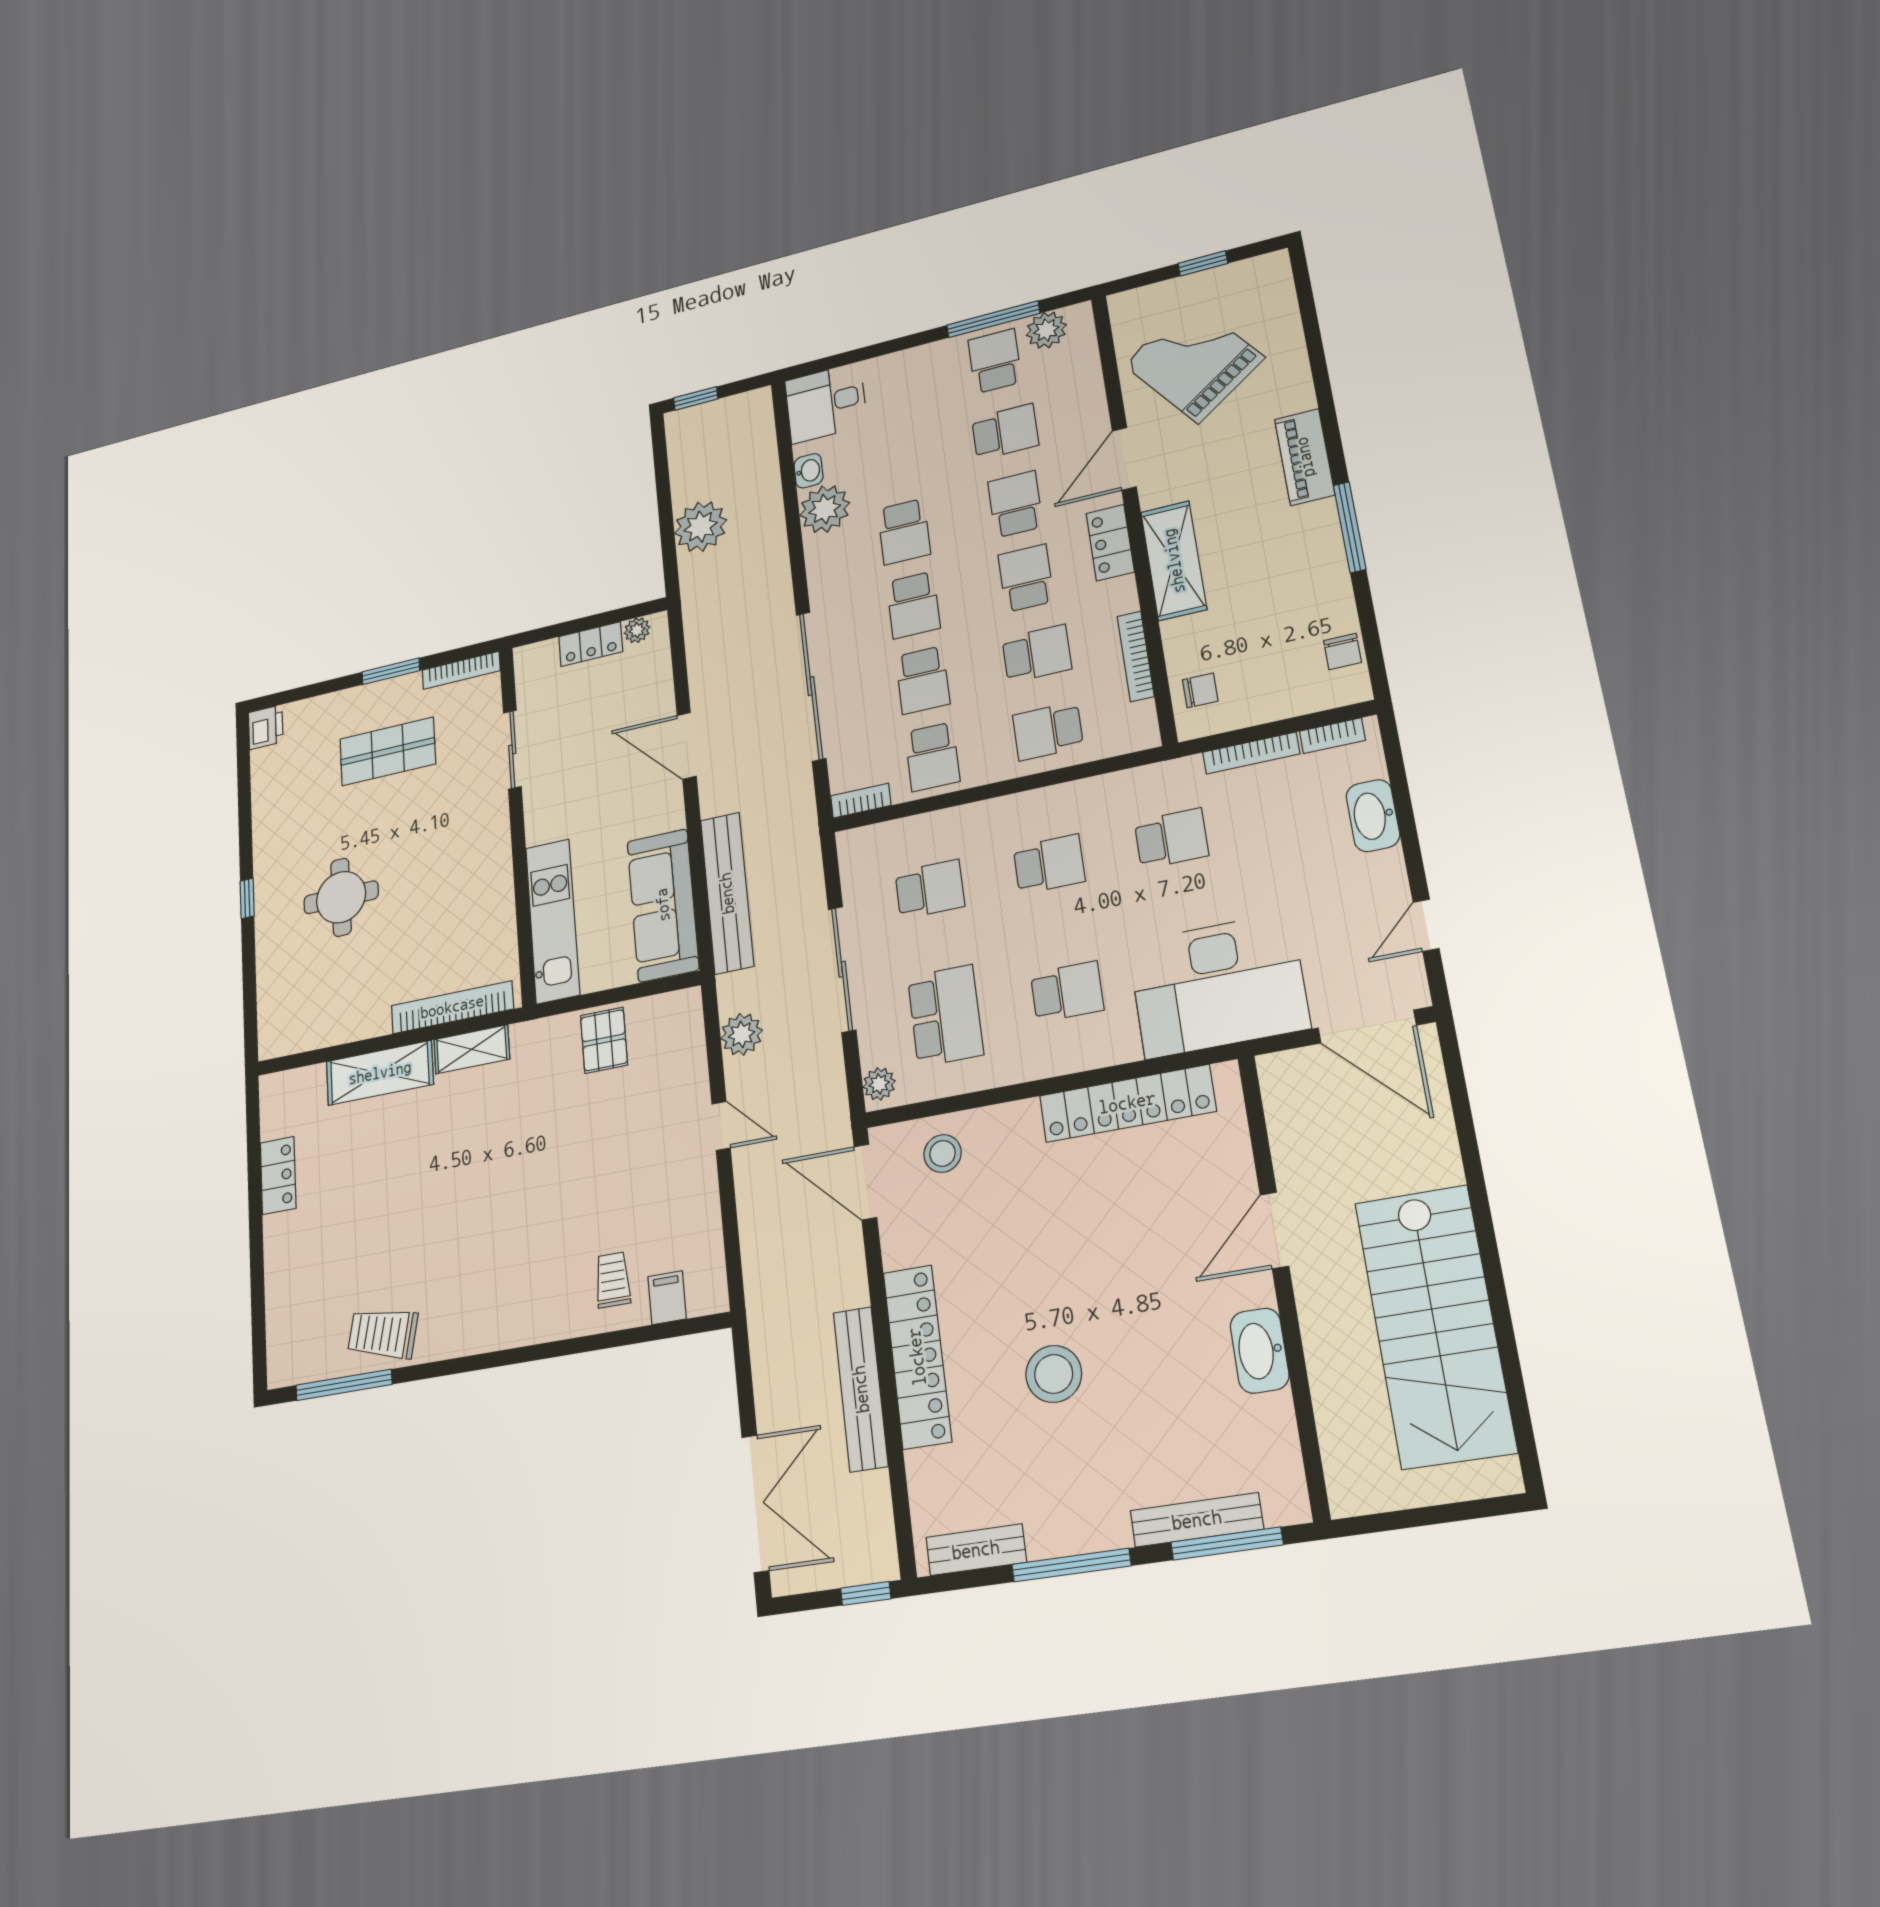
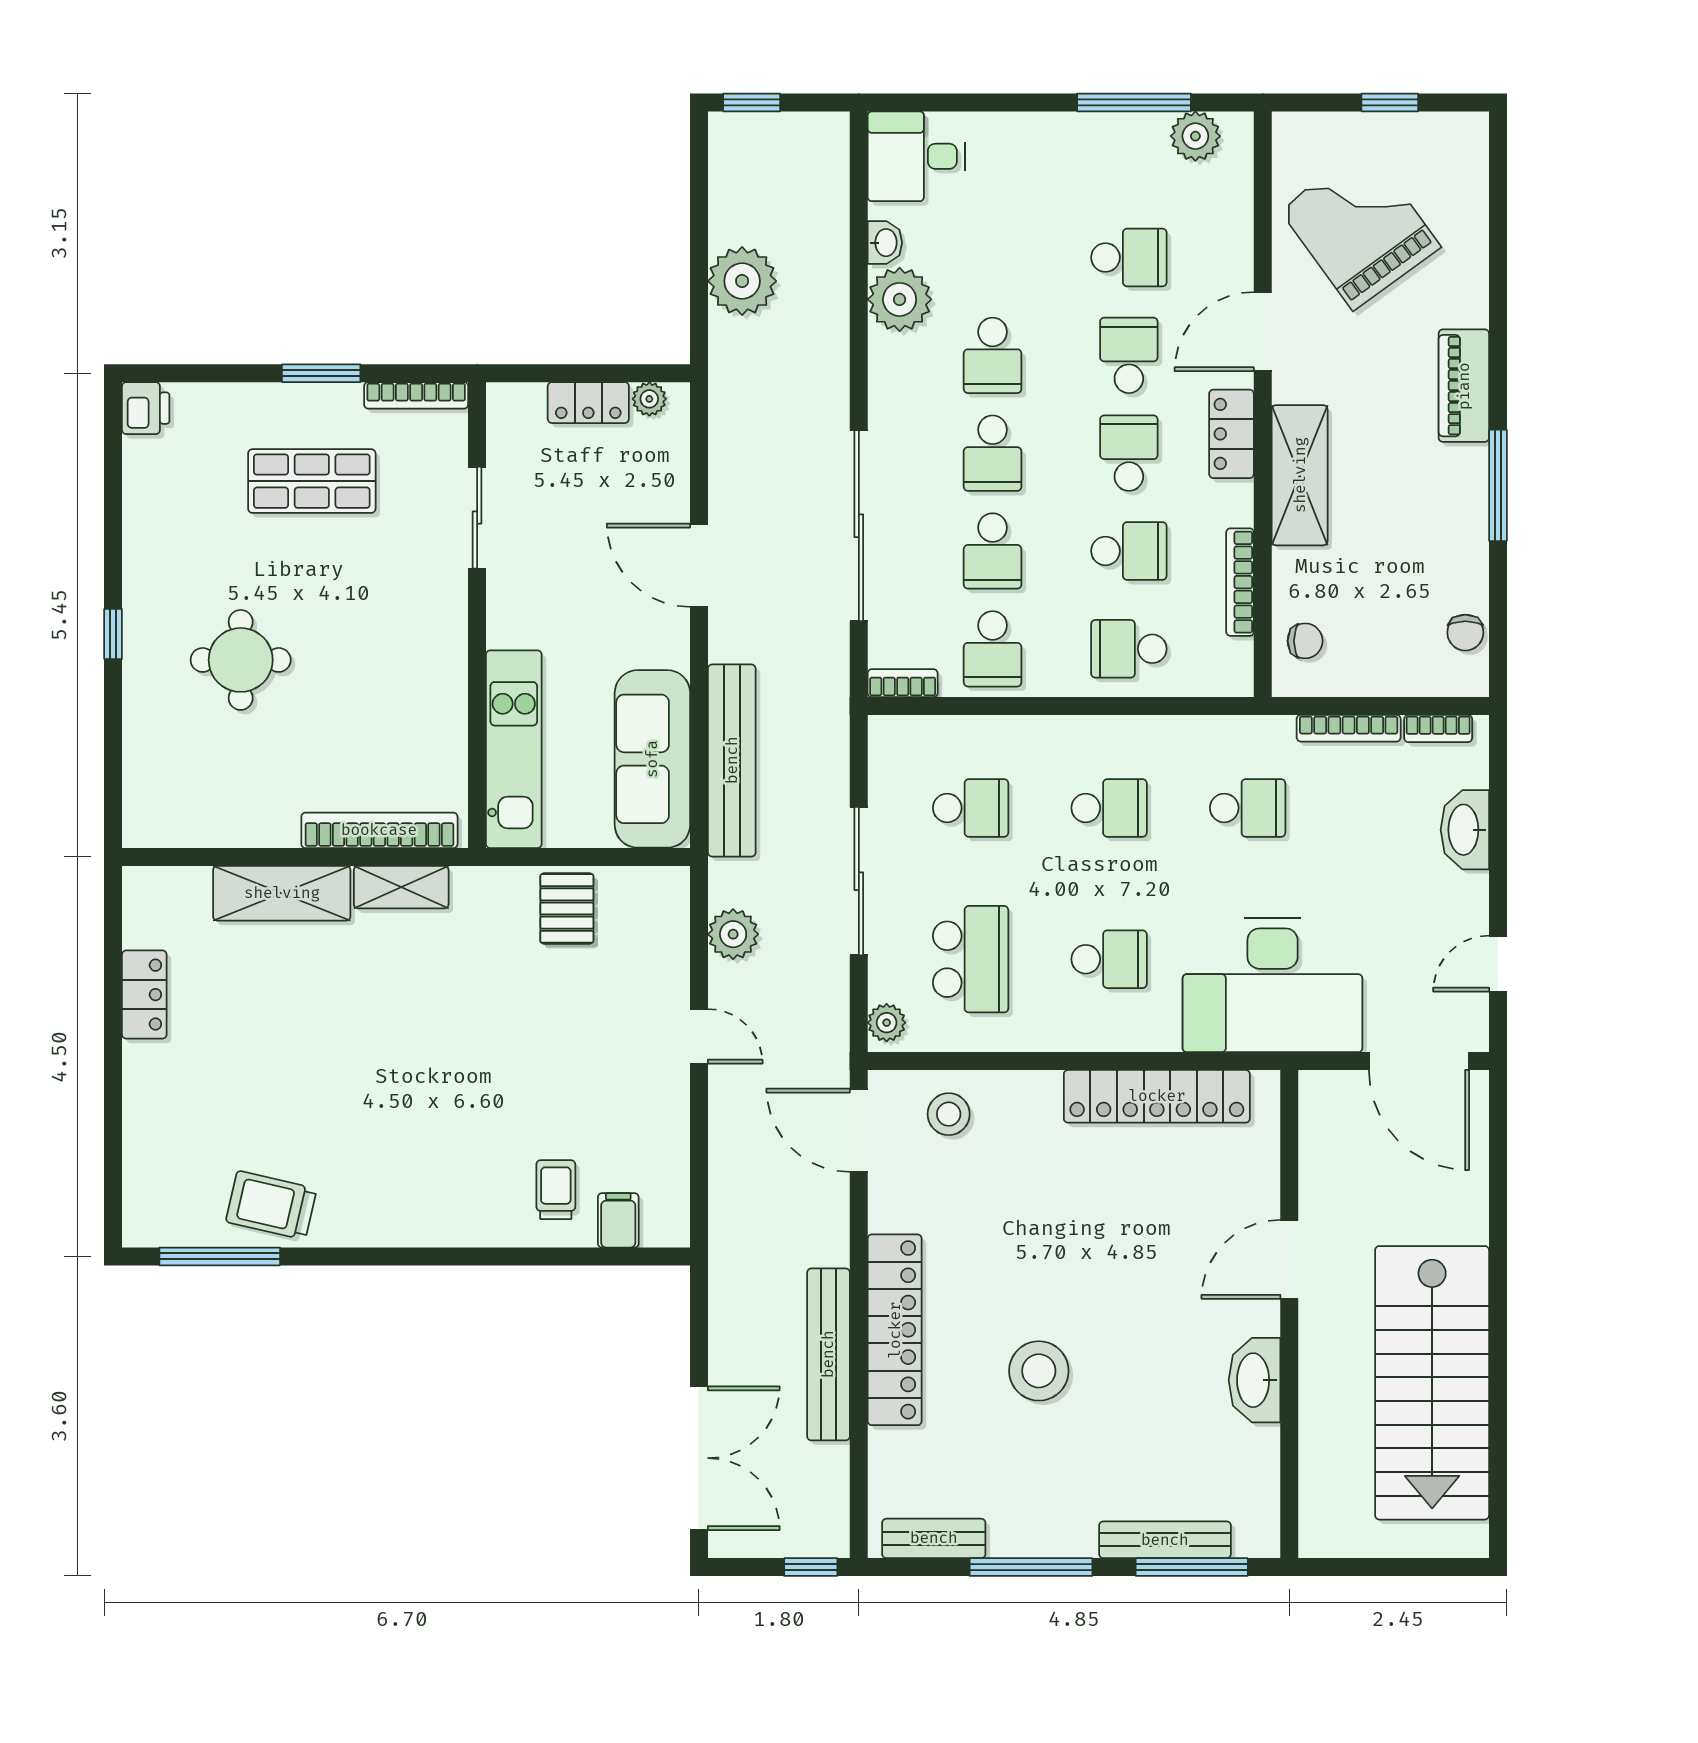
school desk: (995, 361) -> (1129, 160), removed

